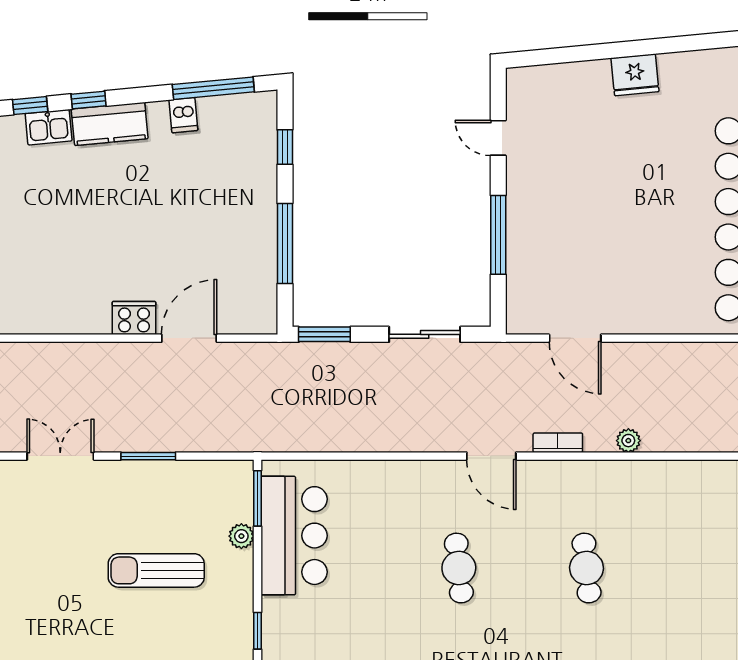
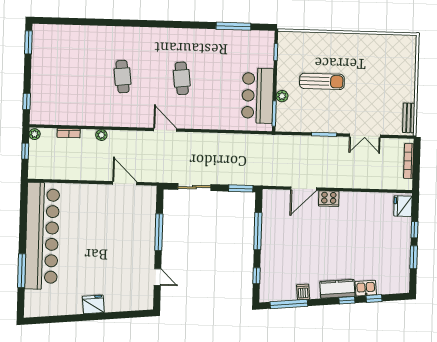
bookcase: (558, 443) -> (69, 133), moved

